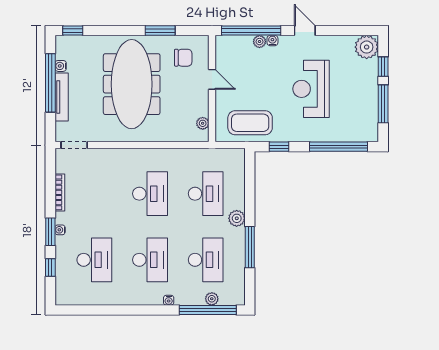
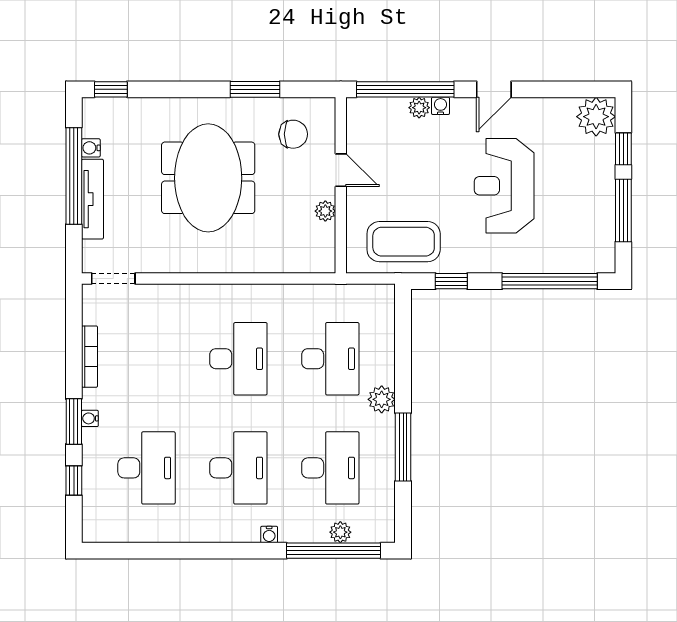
door: (305, 30) -> (494, 89), swing flipped
meeting table: (132, 84) -> (208, 178), width x0.73
plant: (203, 123) -> (325, 211), moved

